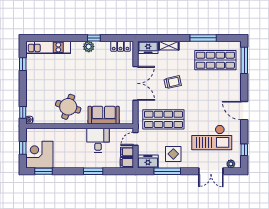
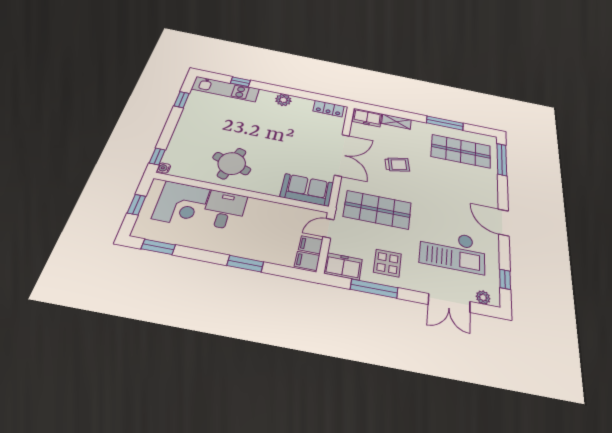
window: (94, 38) -> (240, 82), moved
sofa: (104, 115) -> (307, 190), moved
desk: (98, 140) -> (224, 210), moved
corner desk: (39, 155) -> (181, 204), moved, turned 180

